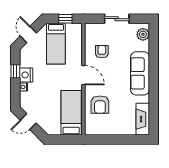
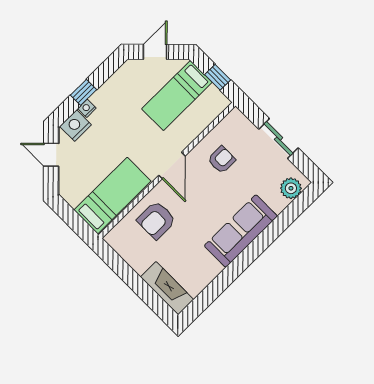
window: (15, 71) -> (83, 92), moved
nightstand: (26, 75) -> (76, 126), moved
fireplace: (143, 119) -> (167, 288), moved, turned 90

